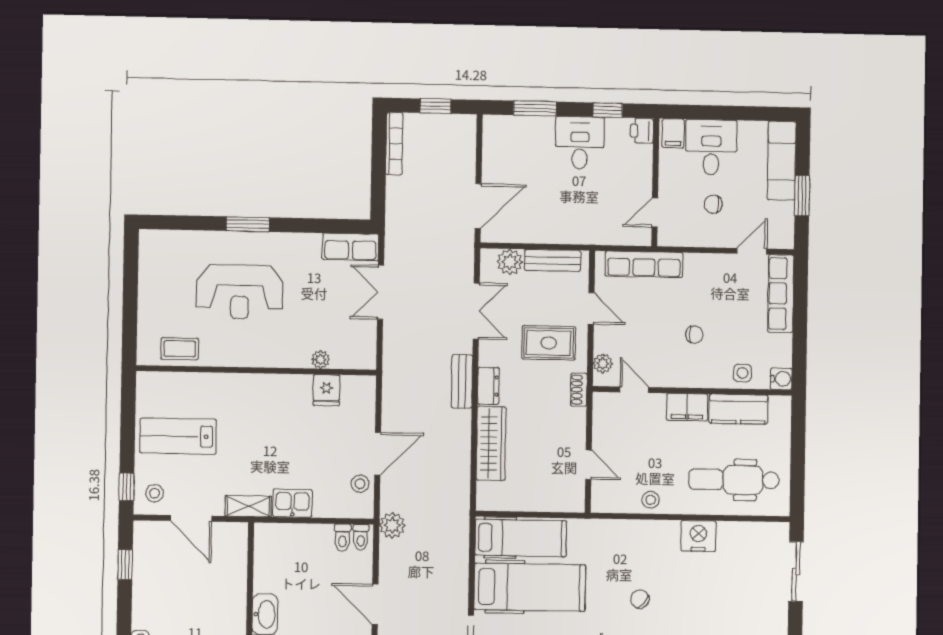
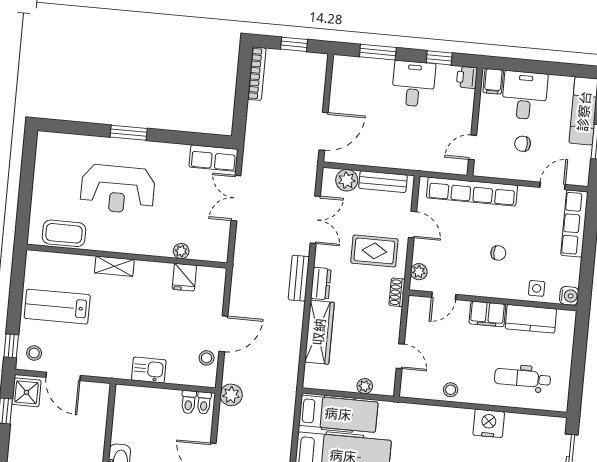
row of seats: (644, 264) -> (472, 192), width x1.36
coffee table: (180, 349) -> (64, 233), width x1.36, depth x1.30
door: (634, 390) -> (444, 296), swing flipped
dental chair: (734, 480) -> (523, 378), width x0.73, depth x0.72
plant: (549, 503) -> (365, 386), added
shelving: (248, 506) -> (114, 266), moved
shower: (149, 541) -> (26, 392), added

